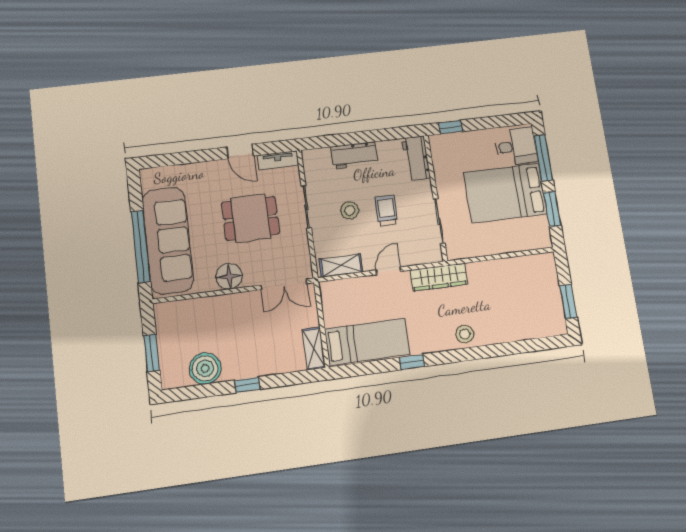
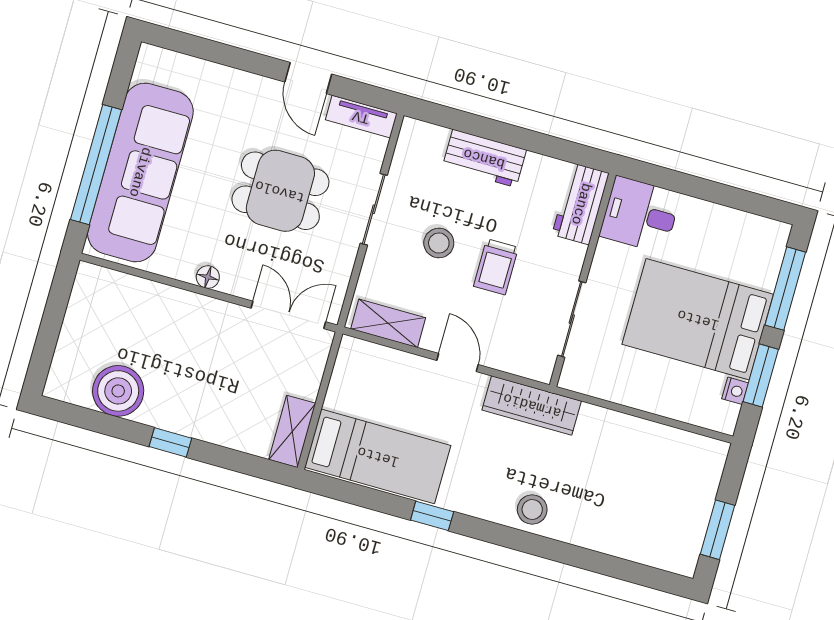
window: (451, 127) -> (659, 176), removed
desk: (516, 147) -> (640, 215), moved, turned 180
trolley: (386, 210) -> (496, 267), turned 180
nightstand: (543, 223) -> (735, 391), added
door: (388, 271) -> (458, 363), hinge flipped
floor lamp: (229, 276) -> (208, 277), width x0.53, depth x0.53
double door: (284, 284) -> (288, 315), swing flipped
window: (152, 353) -> (49, 333), removed

